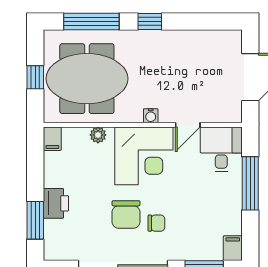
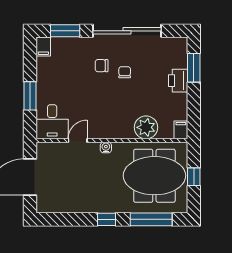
plant: (98, 135) -> (146, 127), width x1.88, depth x1.88
corner desk: (144, 156) -> (111, 117), removed
window: (250, 183) -> (30, 96), width x0.69
chair: (126, 214) -> (125, 72), width x0.54, depth x0.54

